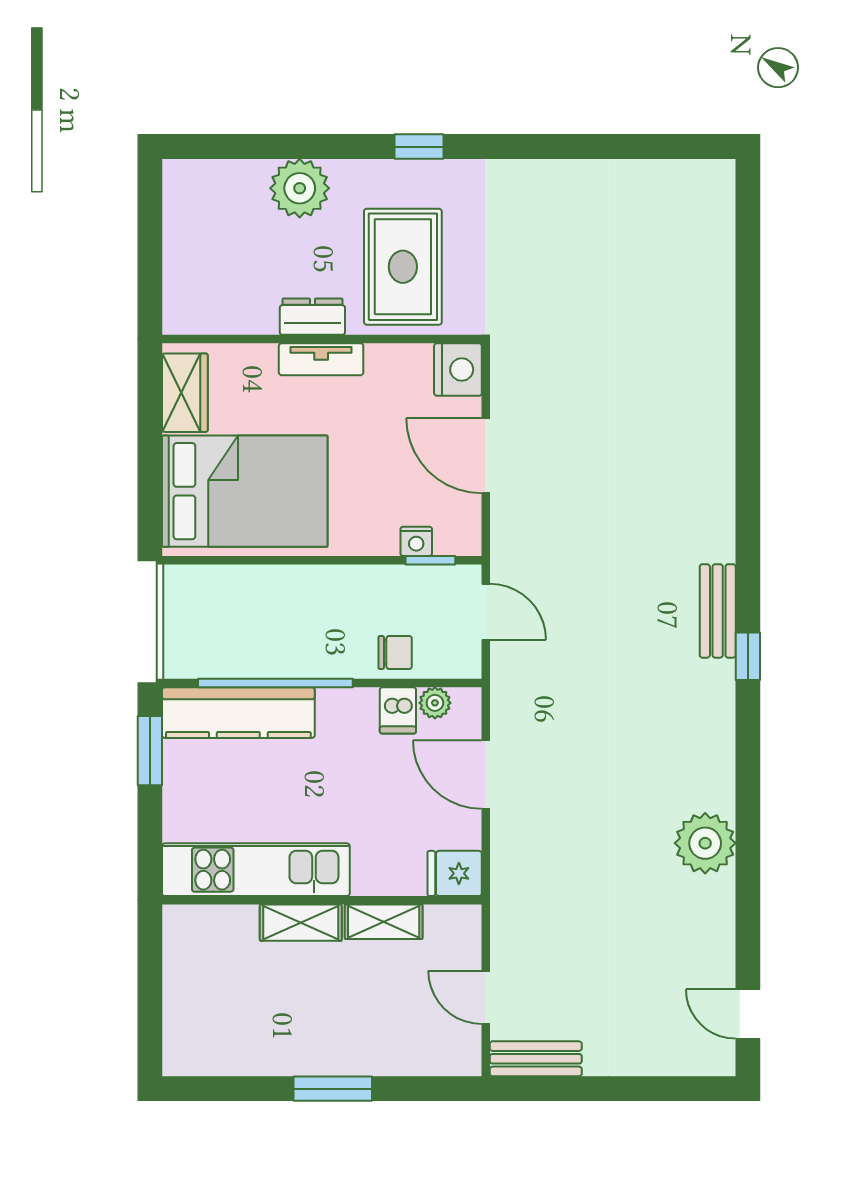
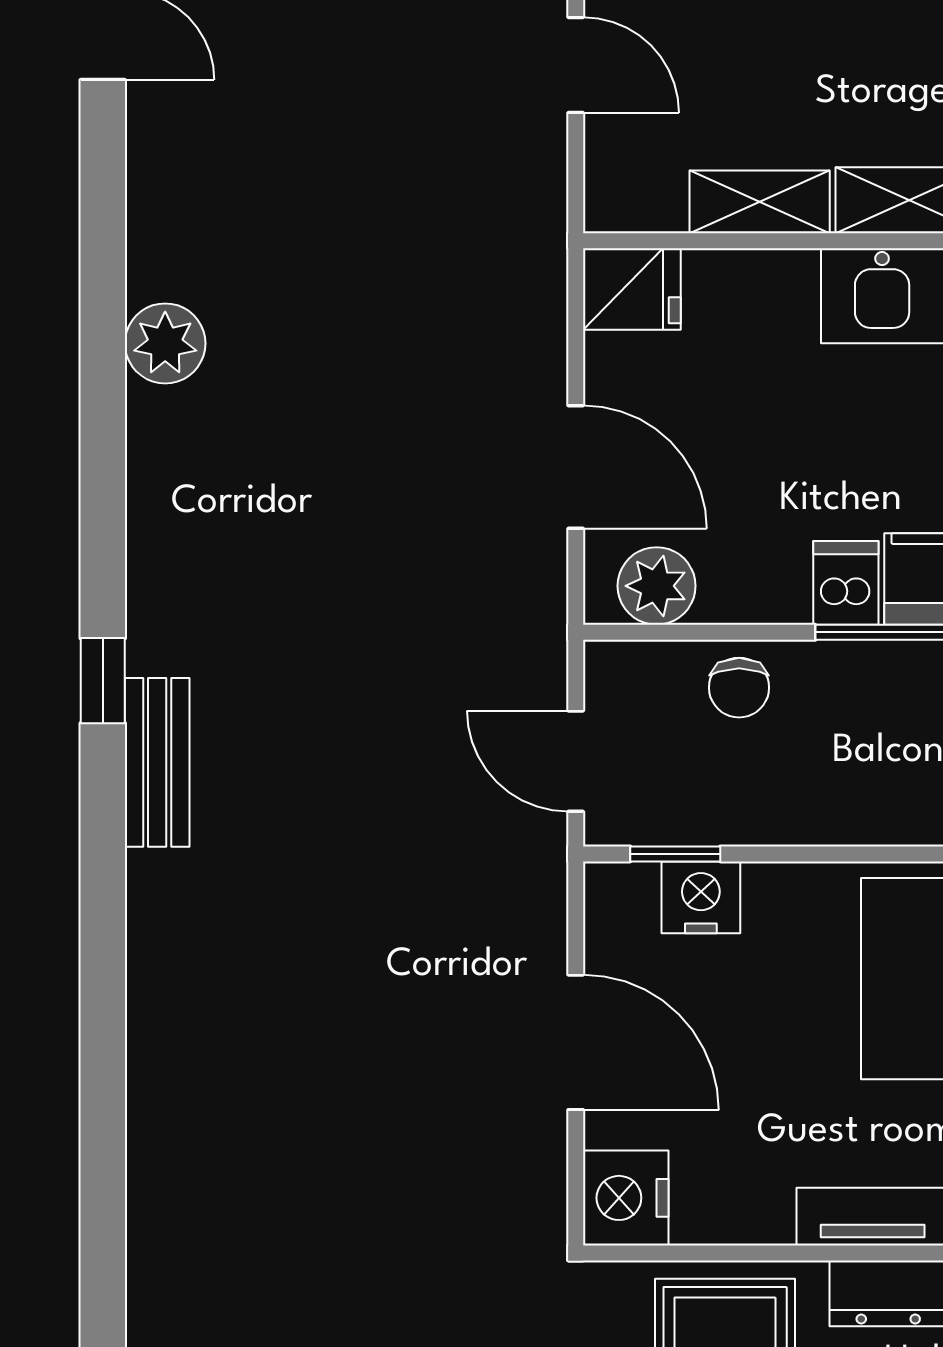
nightstand: (416, 541) -> (701, 897), width x1.39, depth x1.35
chair: (395, 652) -> (739, 688), turned -90
plant: (435, 703) -> (657, 586), width x1.38, depth x1.38
dishwasher: (398, 710) -> (846, 583), moved
plant: (705, 843) -> (165, 343), width x0.73, depth x0.73

